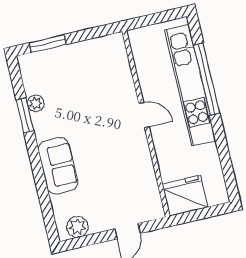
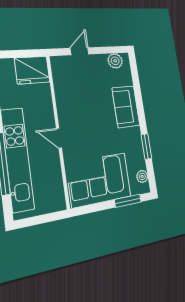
corner sofa: (89, 68) -> (99, 180), added
plant: (36, 103) -> (142, 176), moved

